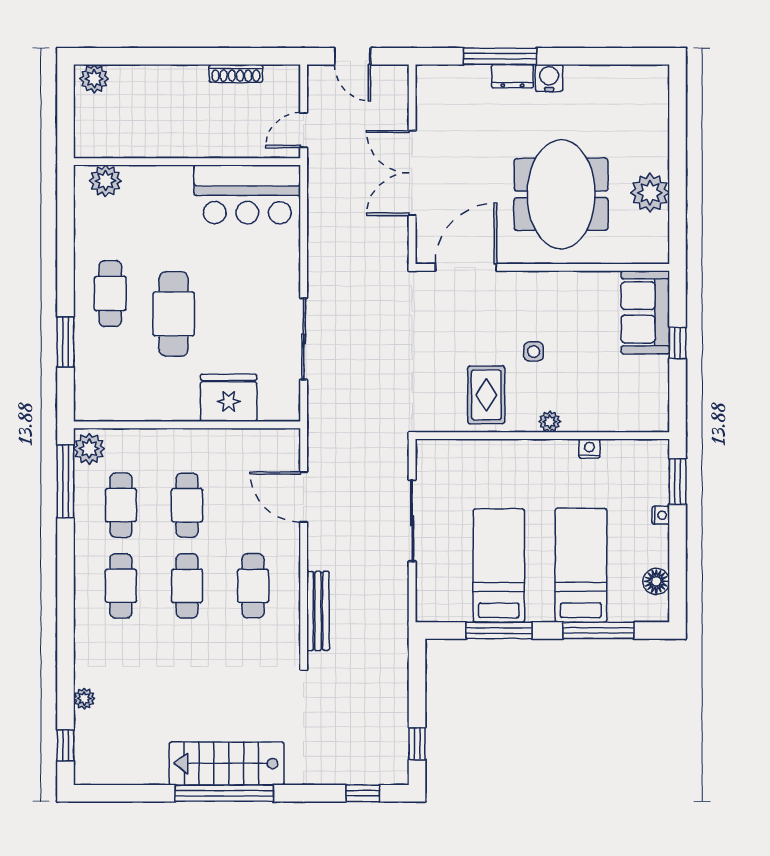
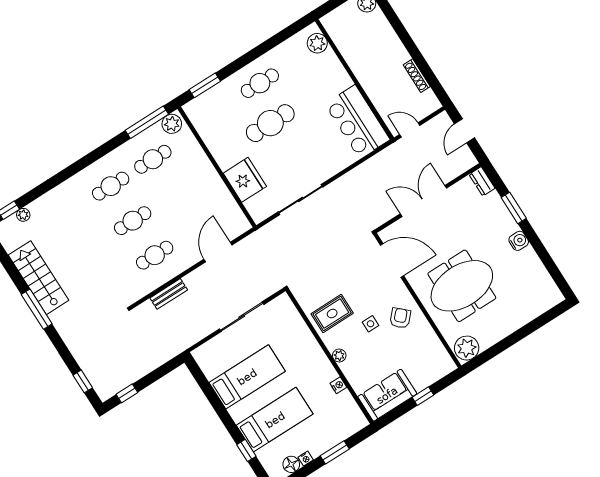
window: (500, 56) -> (514, 208), width x0.69
dresser: (512, 76) -> (482, 181), moved
plant: (650, 193) -> (467, 348), moved
armchair: (551, 306) -> (400, 318), added
sofa: (645, 312) -> (387, 395), moved
window: (65, 342) -> (205, 85), moved
window: (678, 482) -> (335, 452), moved
cafe table: (187, 505) -> (175, 194), removed
nightstand: (661, 515) -> (306, 459), moved
bench: (318, 611) -> (169, 294), width x0.73
window: (499, 630) -> (213, 399), removed
window: (598, 630) -> (246, 450), width x0.46
plant: (84, 699) -> (23, 215), moved
stairs: (227, 763) -> (39, 278), moved
window: (224, 793) -> (37, 309), width x0.68

